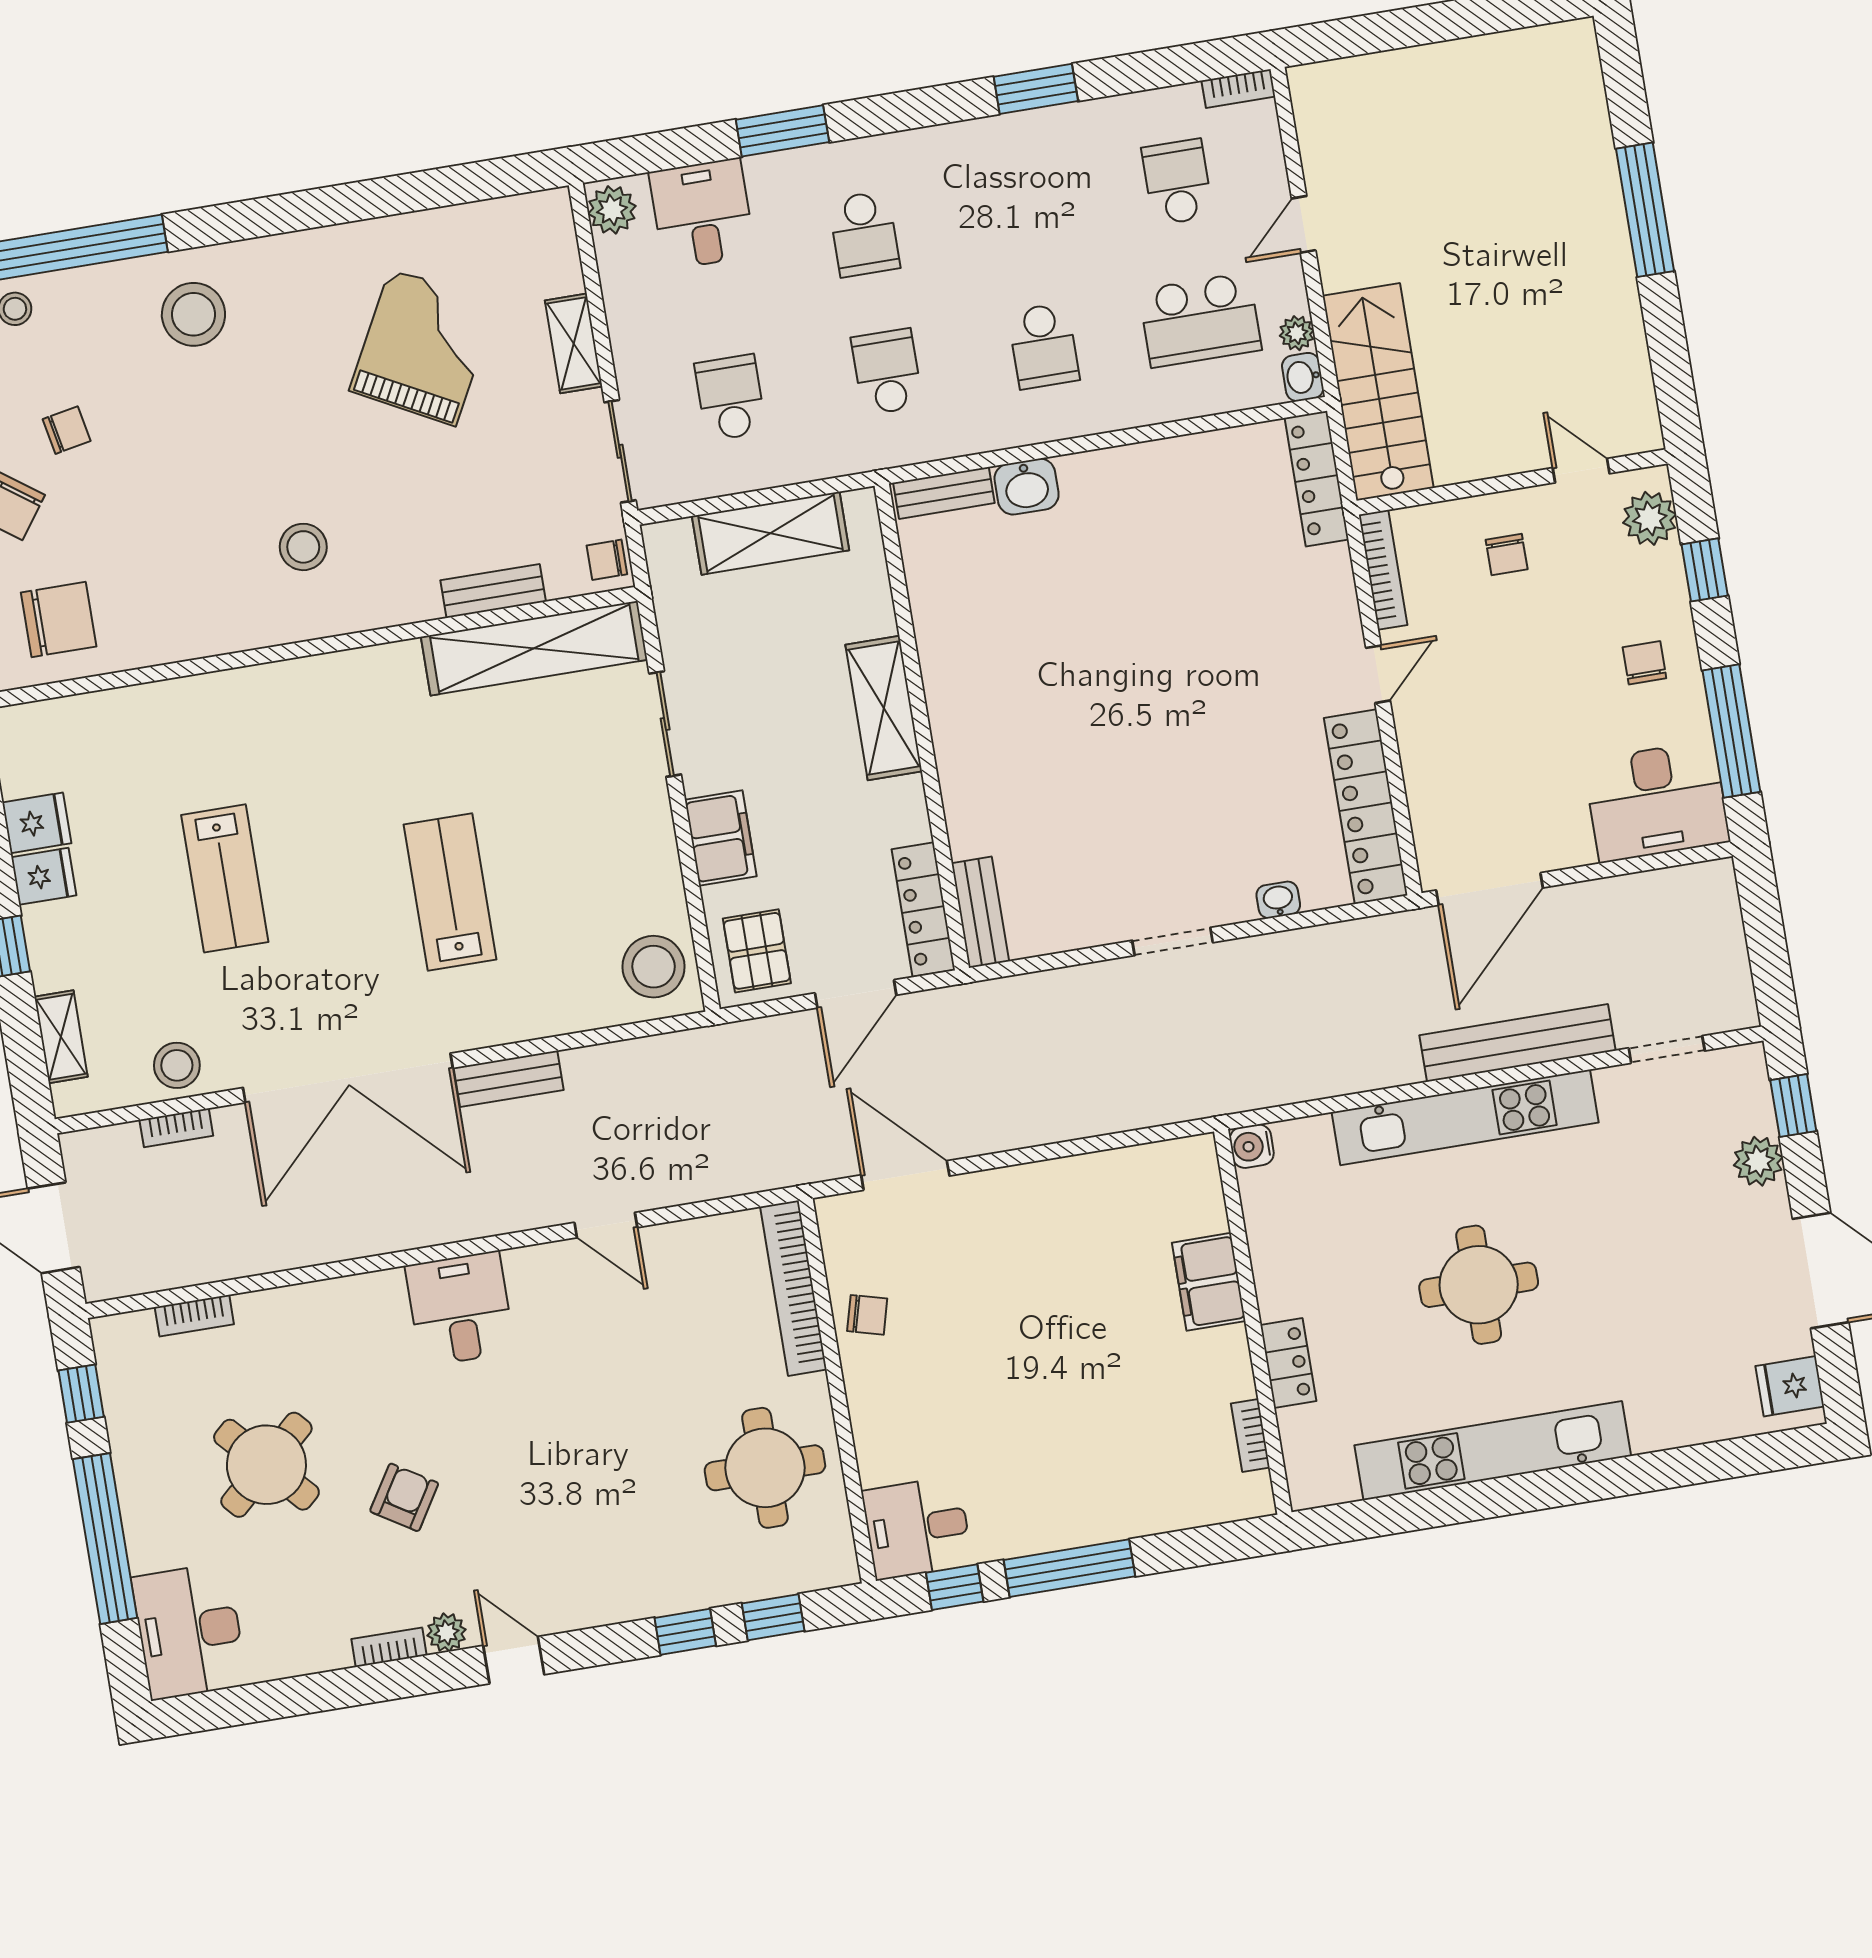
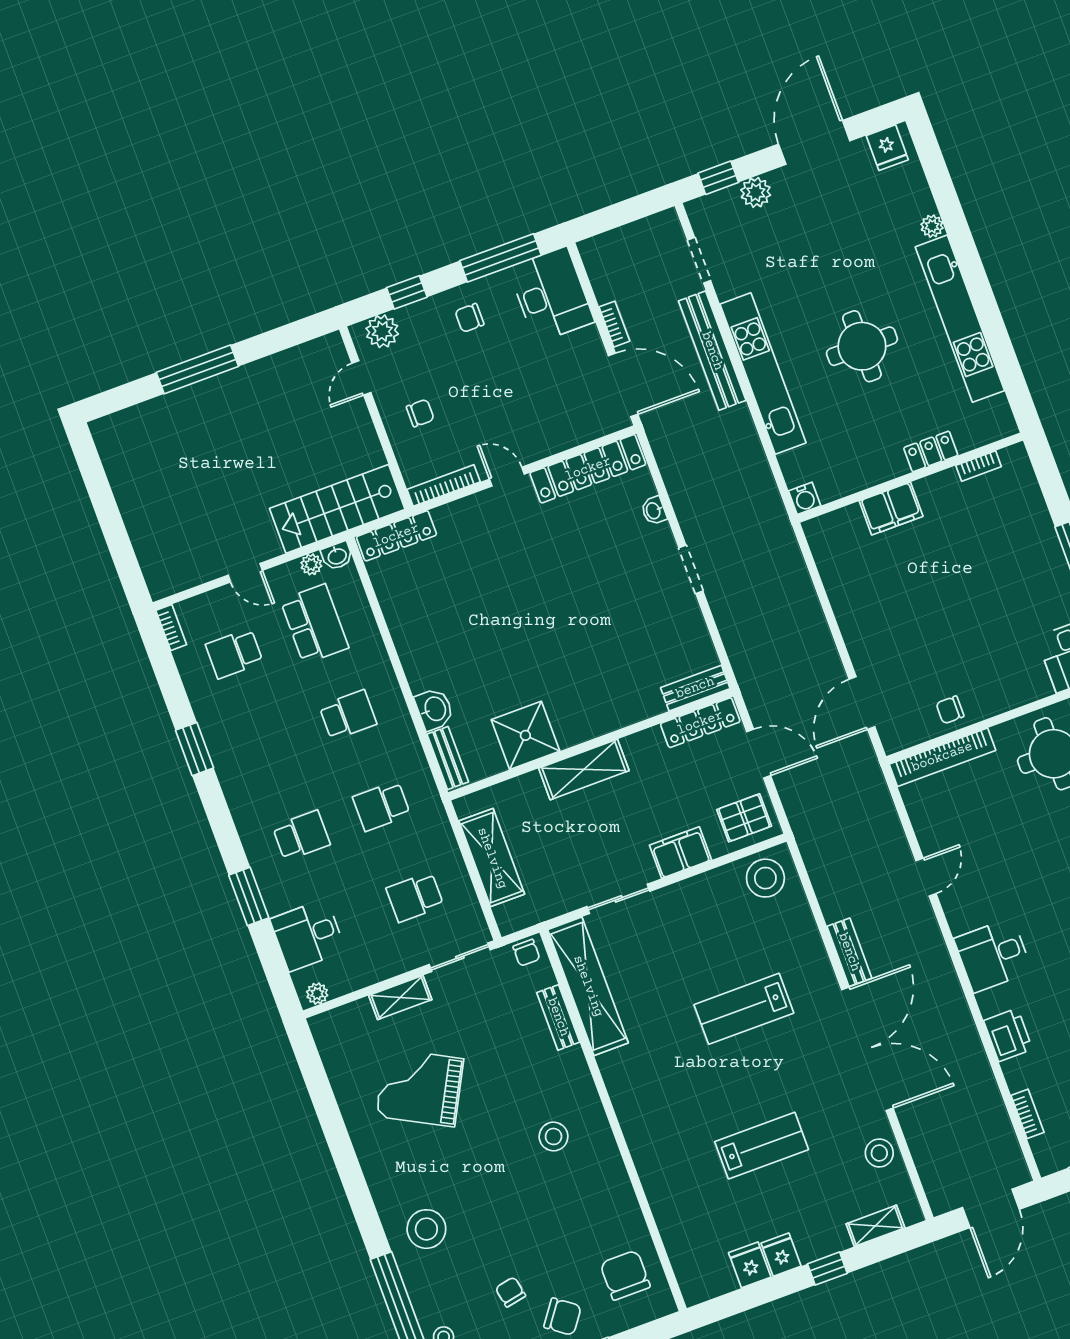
plant: (612, 210) -> (317, 994), width x0.73, depth x0.73
shower: (956, 625) -> (525, 735), added
bookcase: (176, 1128) -> (614, 324), moved
printer: (327, 1308) -> (1008, 1035), added
chair: (867, 1315) -> (950, 710), turned -105
plant: (1650, 1434) -> (932, 226), added

